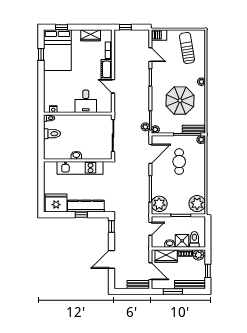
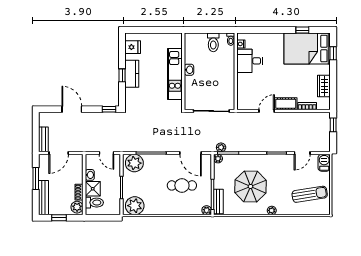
desk: (86, 101) -> (250, 61), moved
fridge: (56, 203) -> (133, 47), width x0.53, depth x0.75
kitchen counter: (86, 206) -> (132, 74), width x0.67
wardrobe: (166, 256) -> (76, 171), removed

